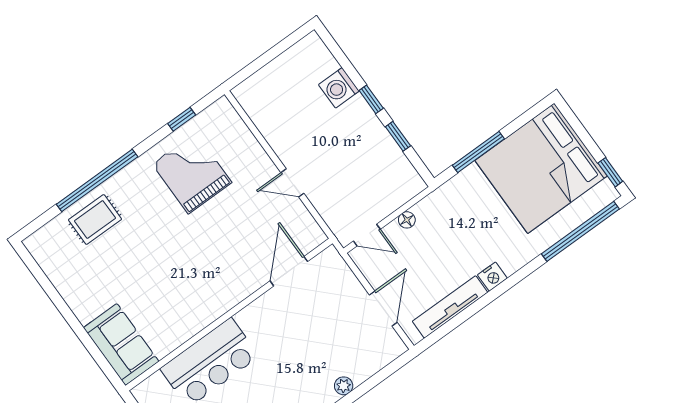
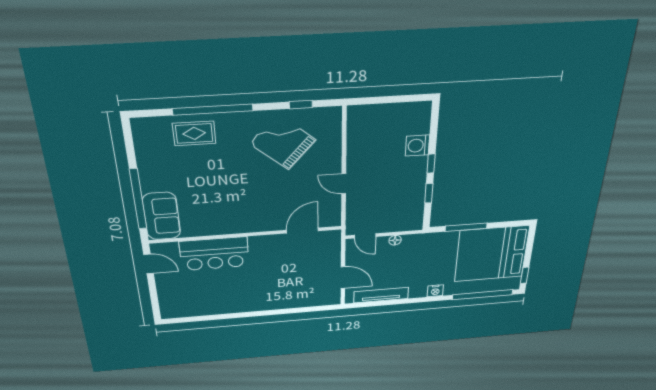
grand piano: (192, 173) -> (283, 142), turned -49
nightstand: (492, 277) -> (435, 291), moved
door: (383, 309) -> (343, 278), hinge flipped
window: (84, 337) -> (138, 199), added
plant: (344, 386) -> (288, 304), removed

